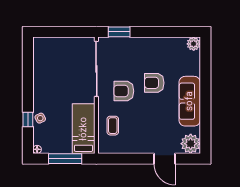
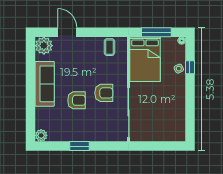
window: (119, 32) -> (79, 146), moved
coffee table: (113, 126) -> (109, 47), moved
bed: (84, 129) -> (145, 59), width x1.50

